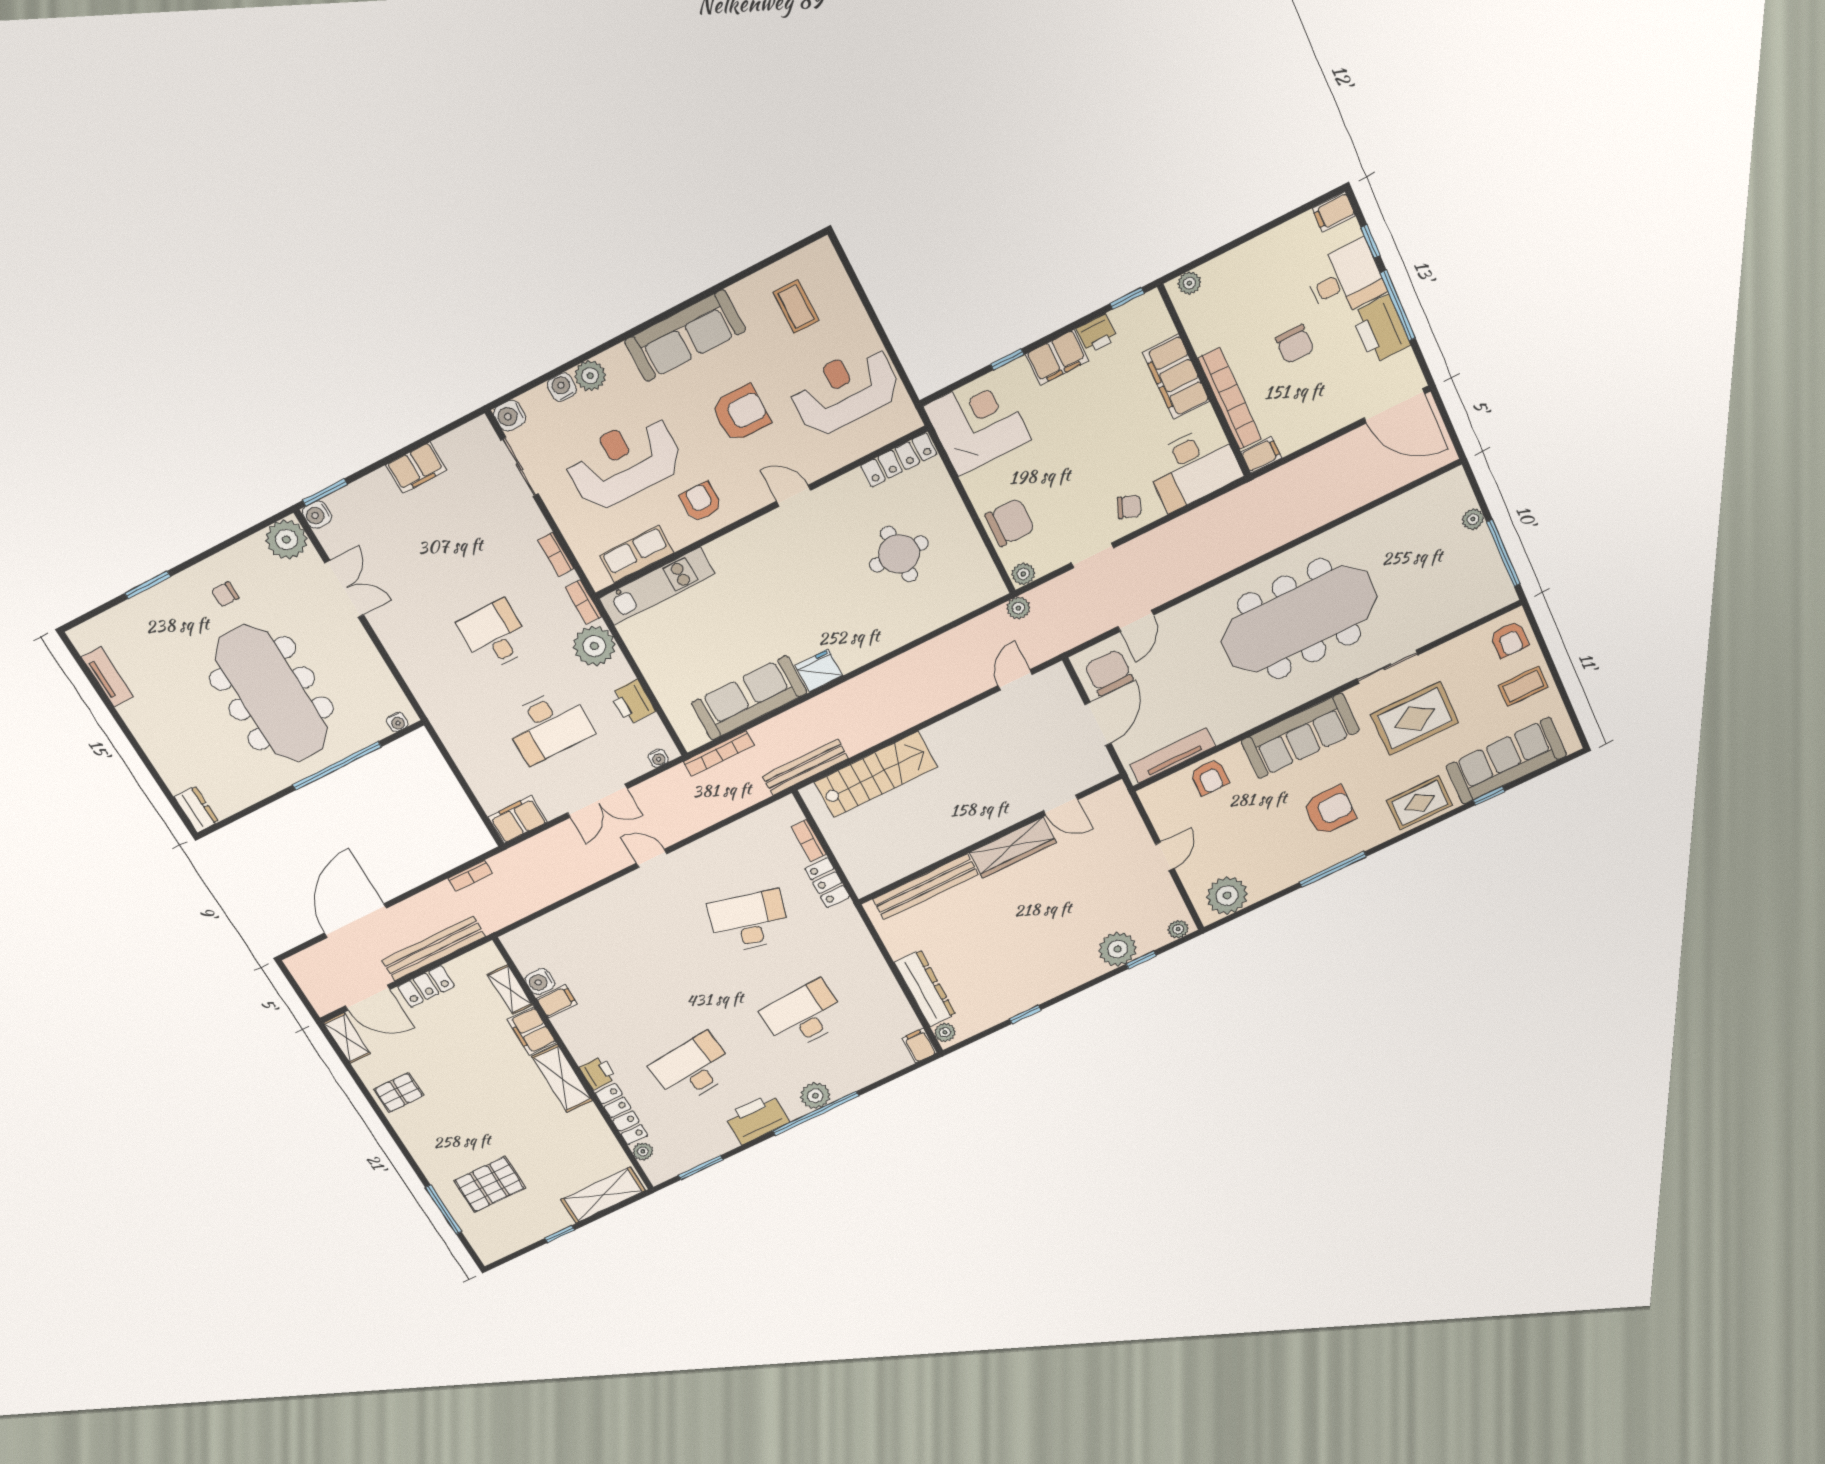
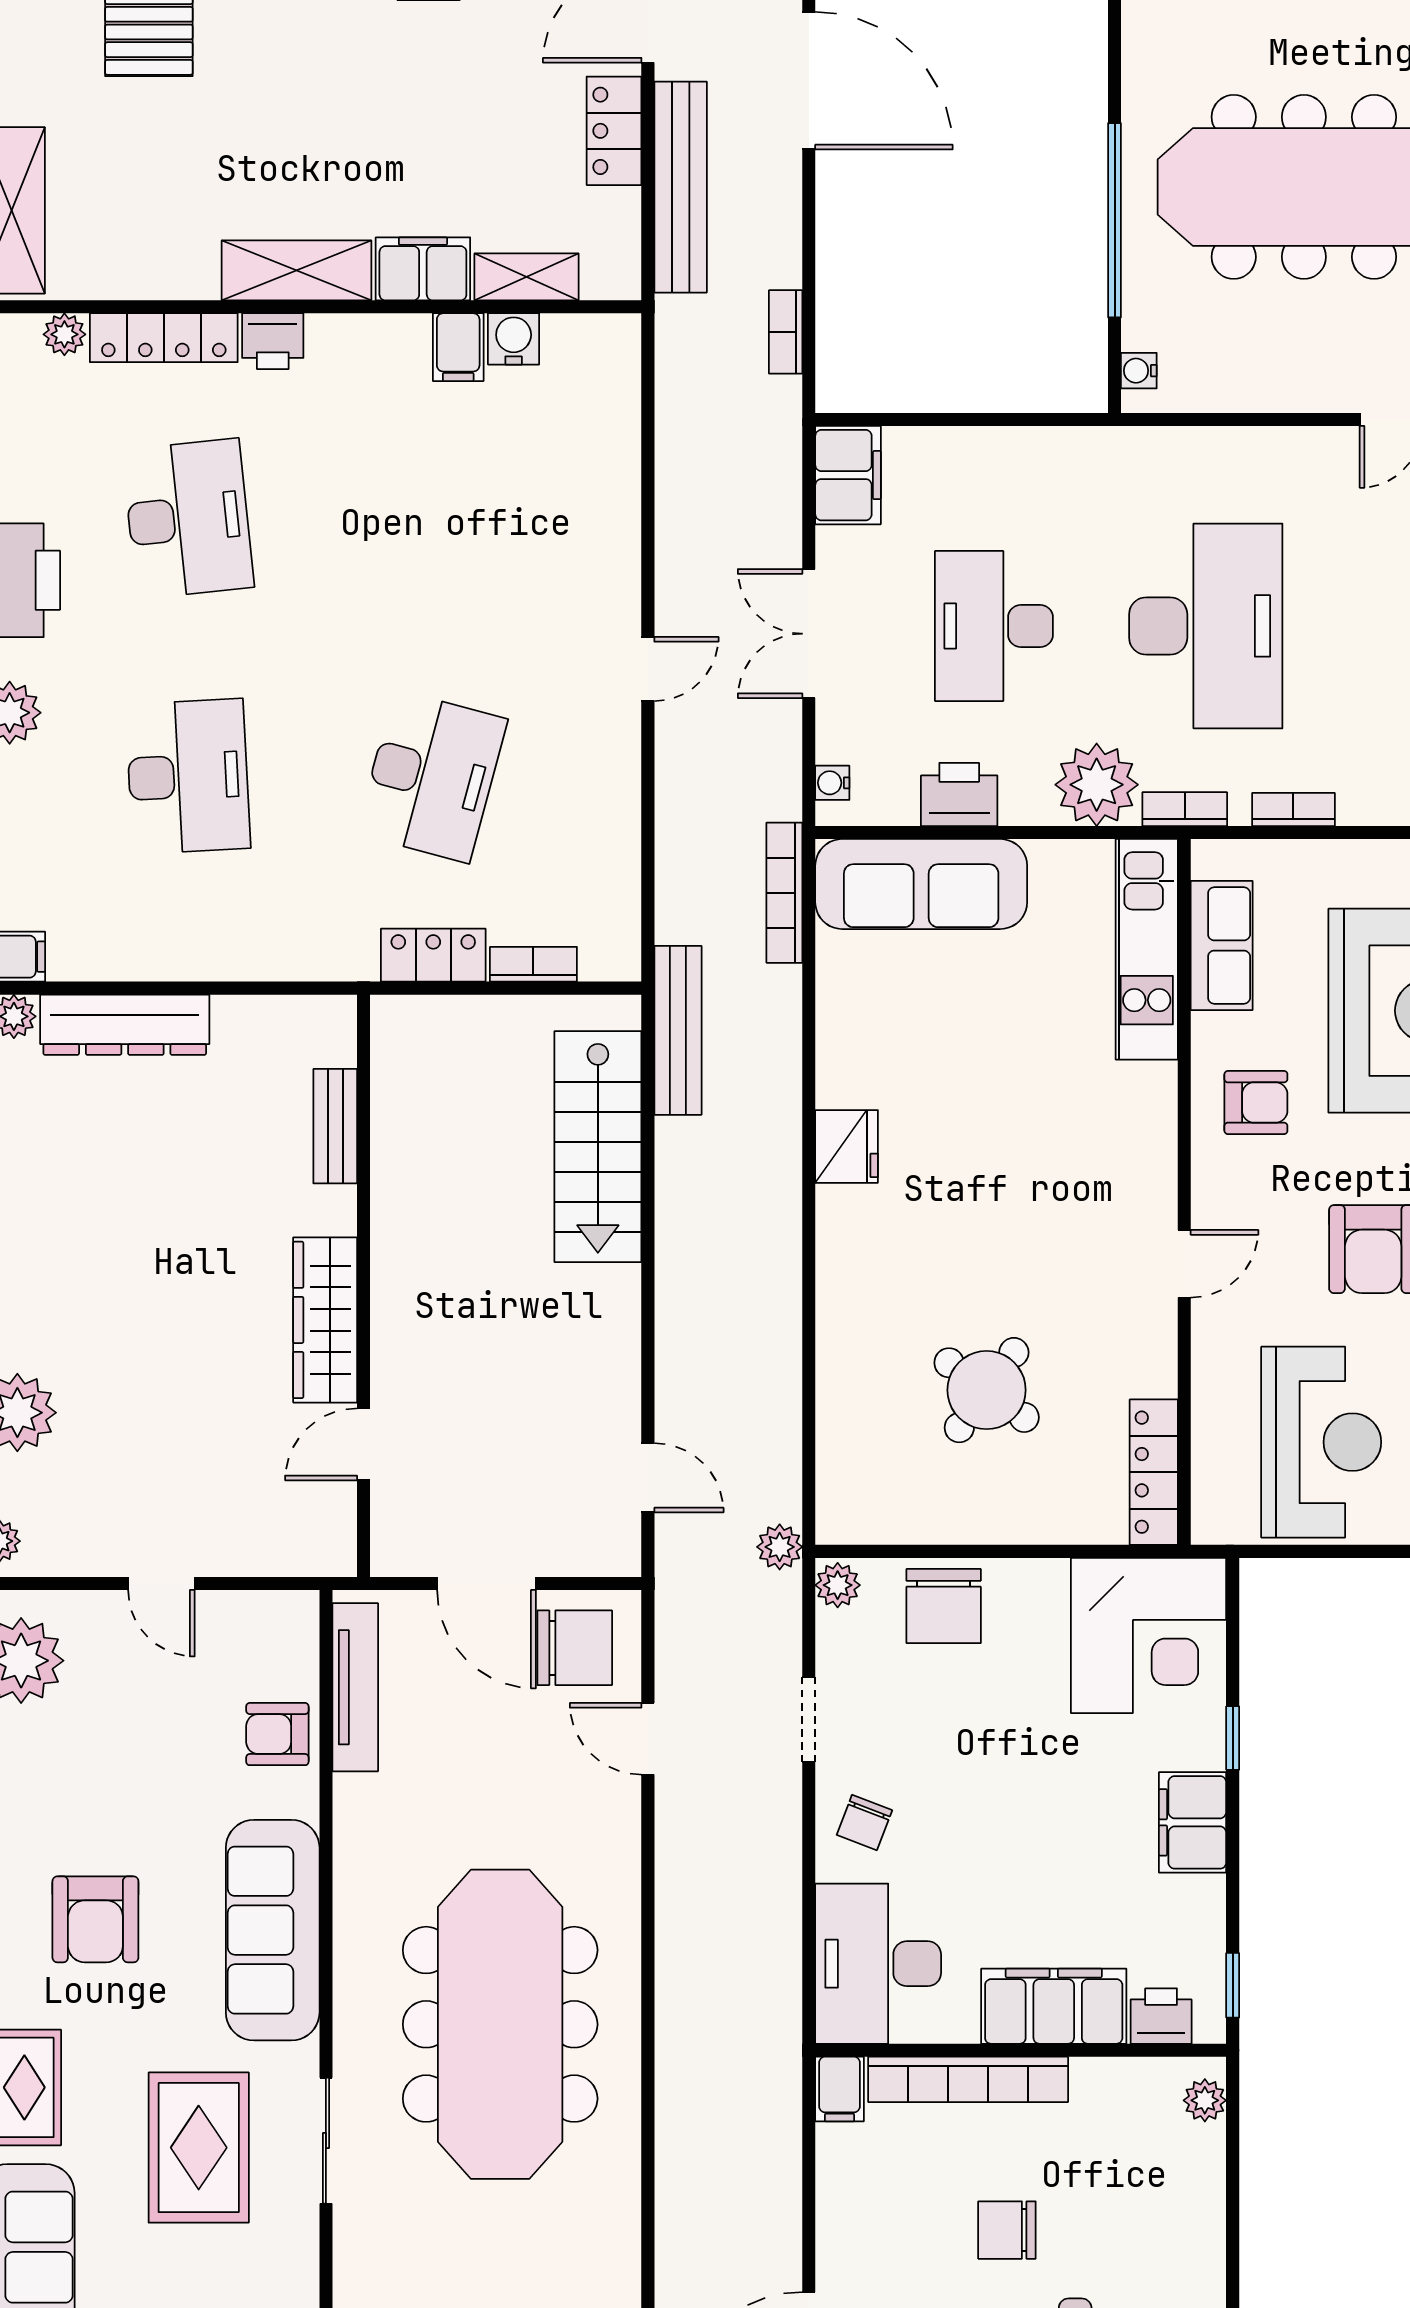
printer: (1097, 334) -> (1161, 2016), moved, turned 90
round table: (899, 554) -> (987, 1390), turned 36
desk: (495, 635) -> (1206, 626), width x1.87, depth x1.30
sofa: (749, 698) -> (921, 884), moved, turned 90
bench: (925, 887) -> (335, 1126), width x0.54, depth x0.82

